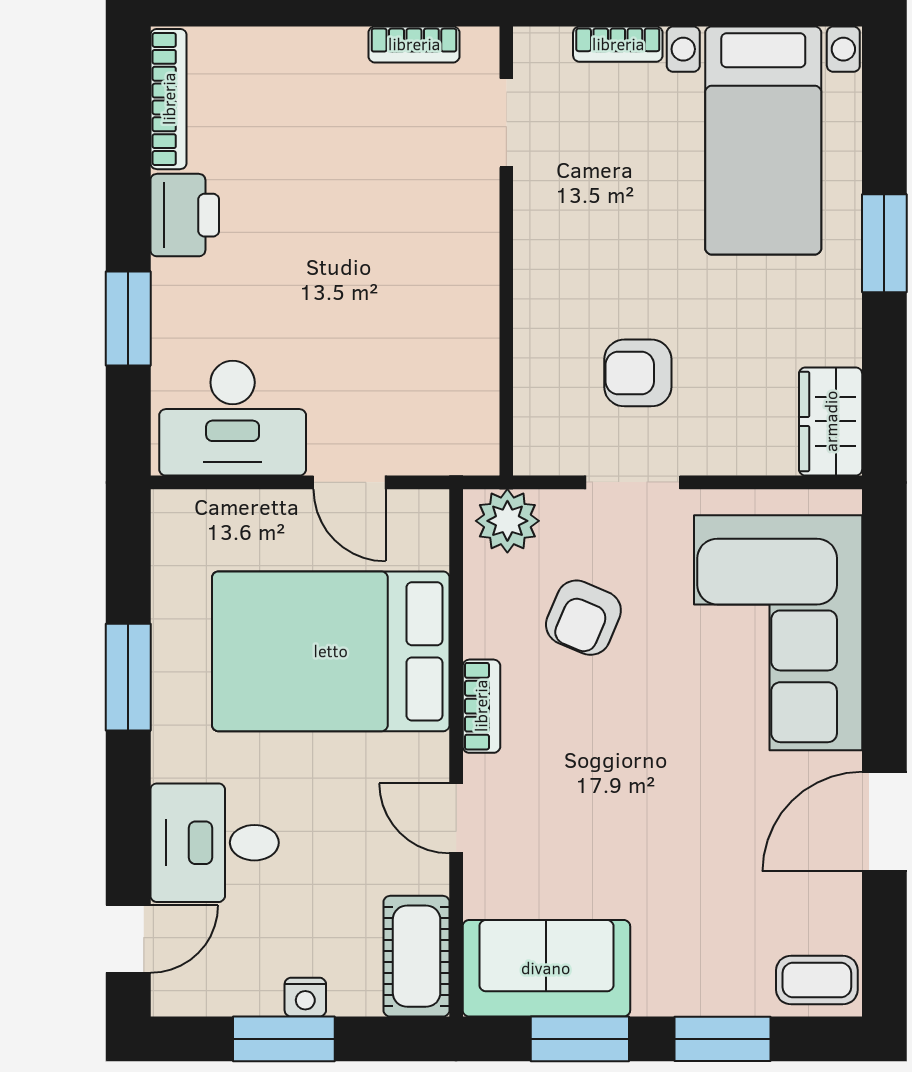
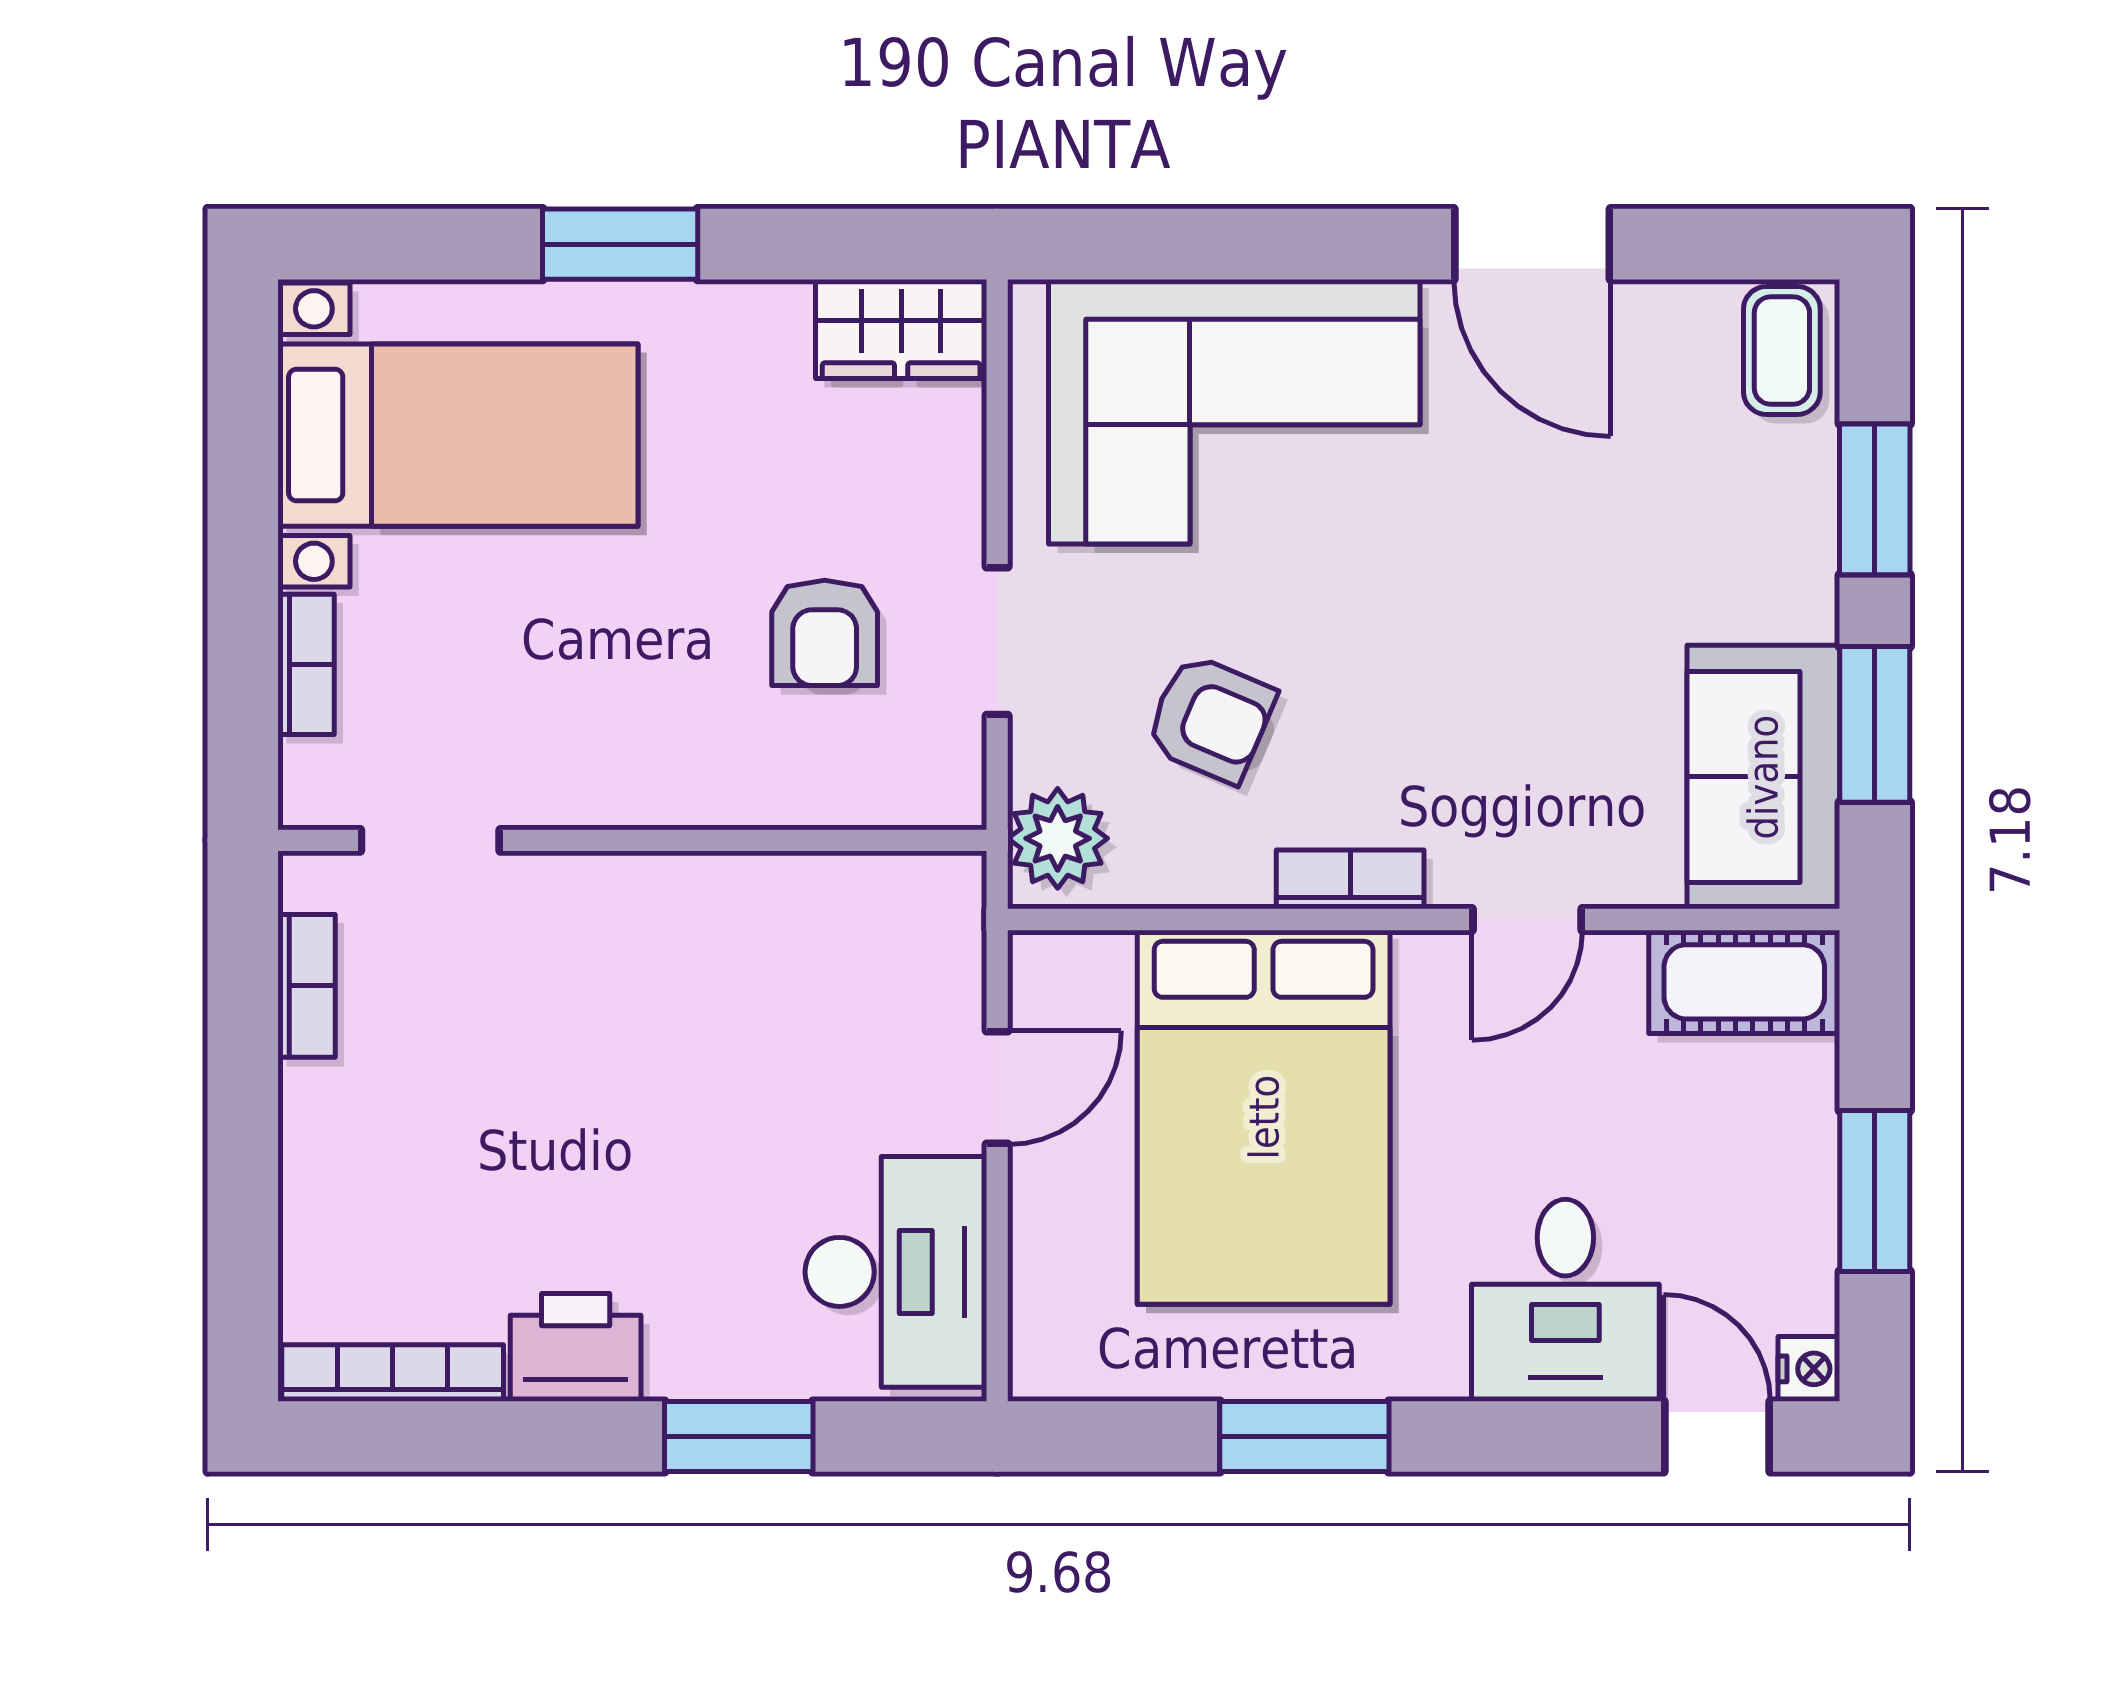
nightstand: (305, 997) -> (1809, 1369), moved

